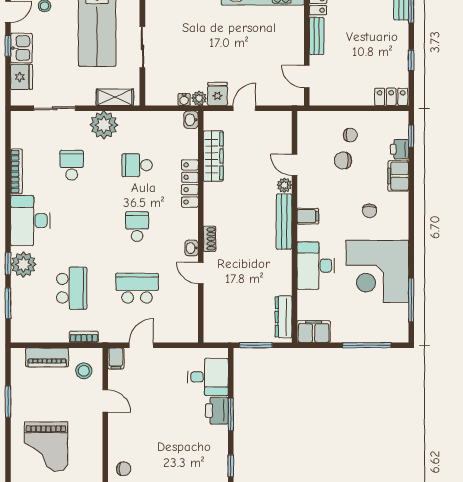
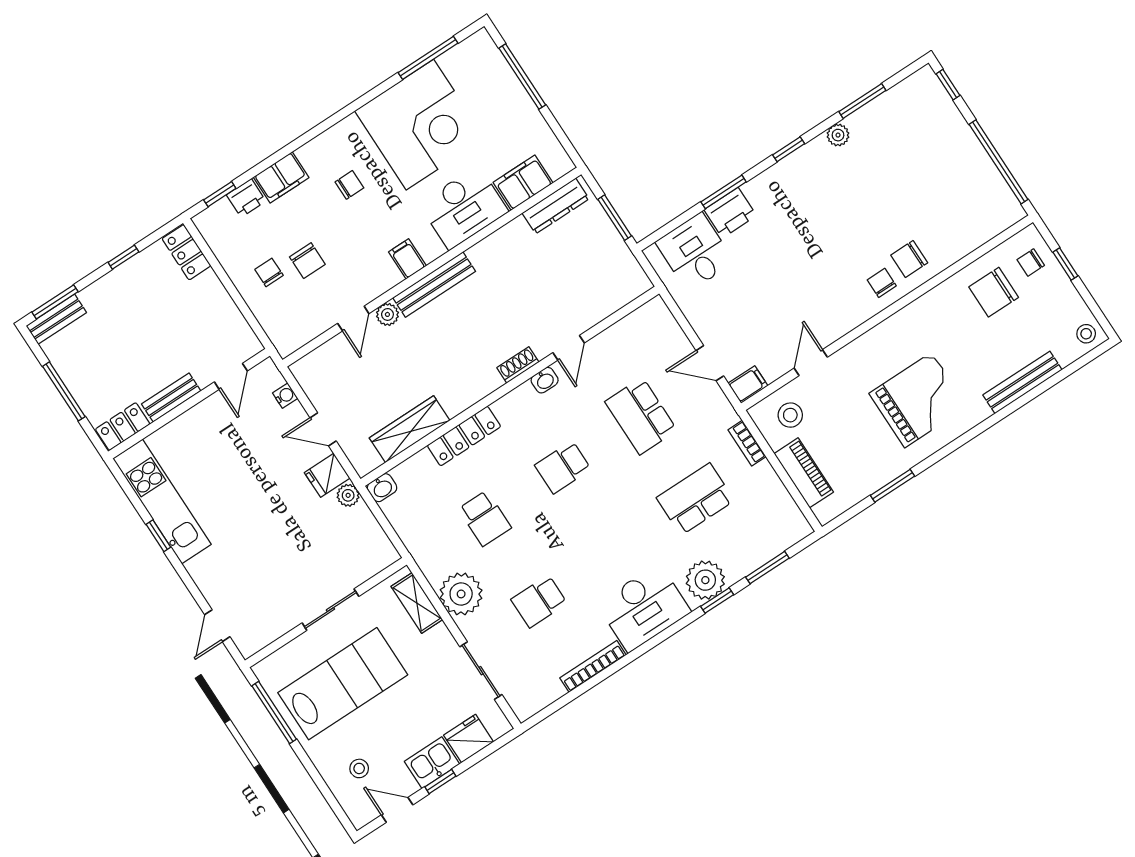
water cooler: (184, 99) -> (285, 396), moved
filing cabinet: (314, 332) -> (523, 183), moved, turned 90

